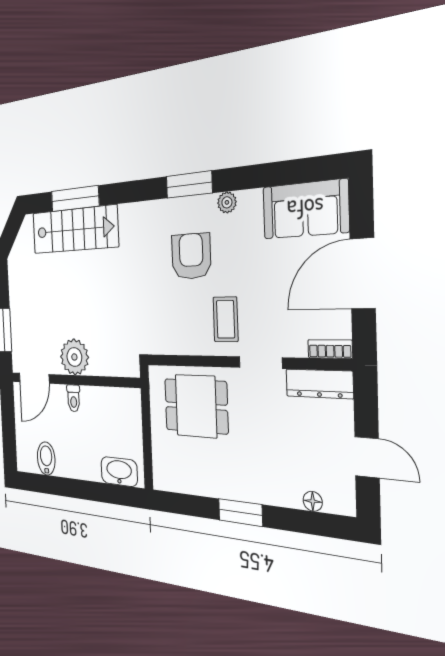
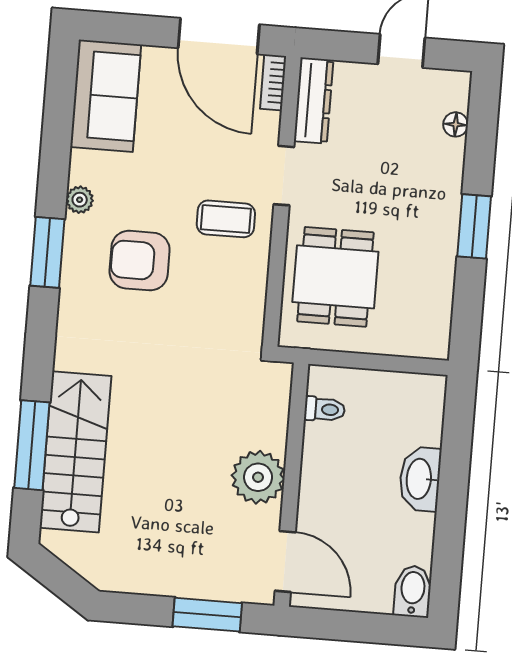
door: (363, 274) -> (219, 36), moved
toilet: (74, 398) -> (325, 409), moved
bidet: (46, 458) -> (413, 591), moved, turned 90
washbasin: (119, 472) -> (420, 479), moved

